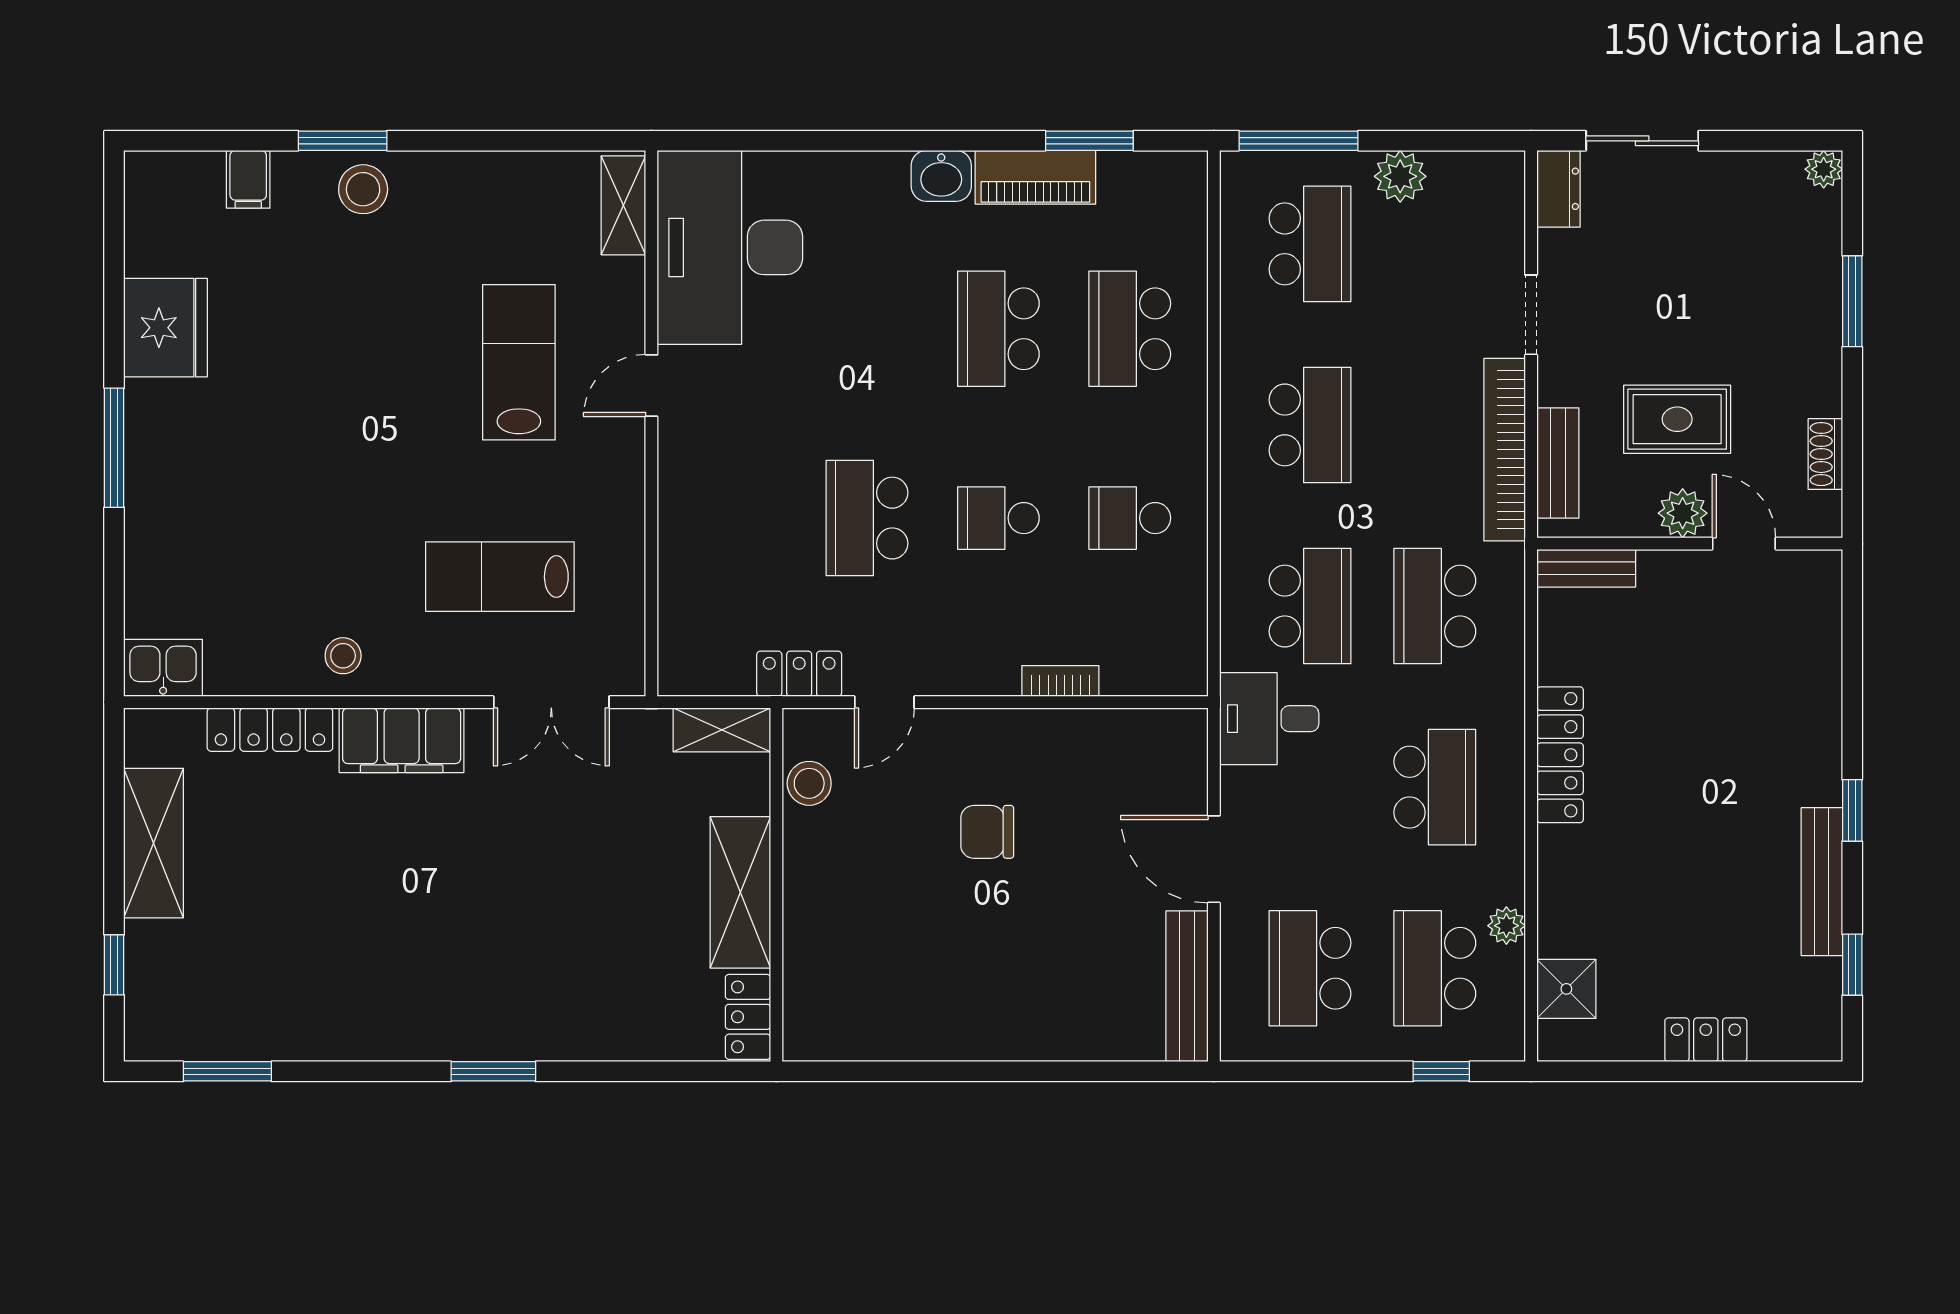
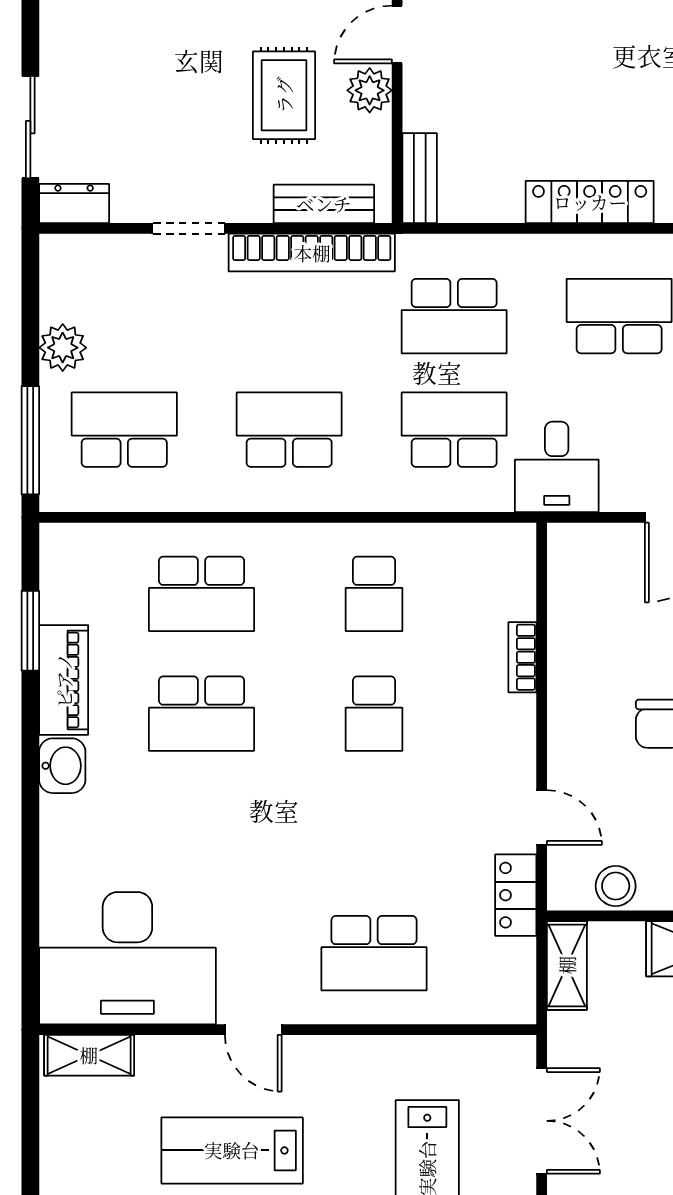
school desk: (867, 518) -> (374, 953), moved

